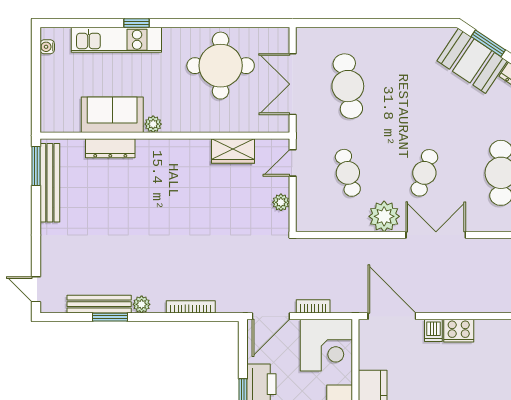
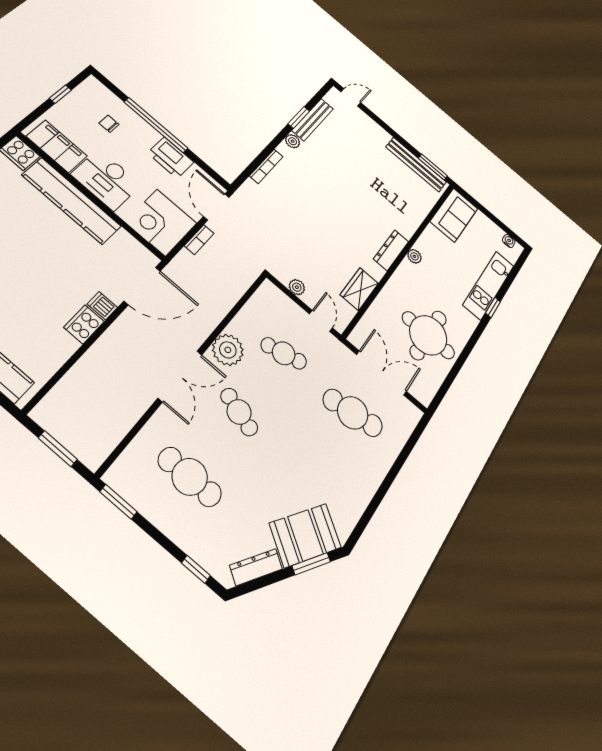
sofa: (112, 115) -> (454, 215), moved
dresser: (110, 148) -> (391, 250), moved

